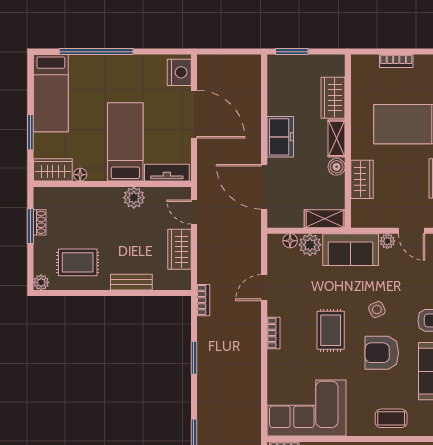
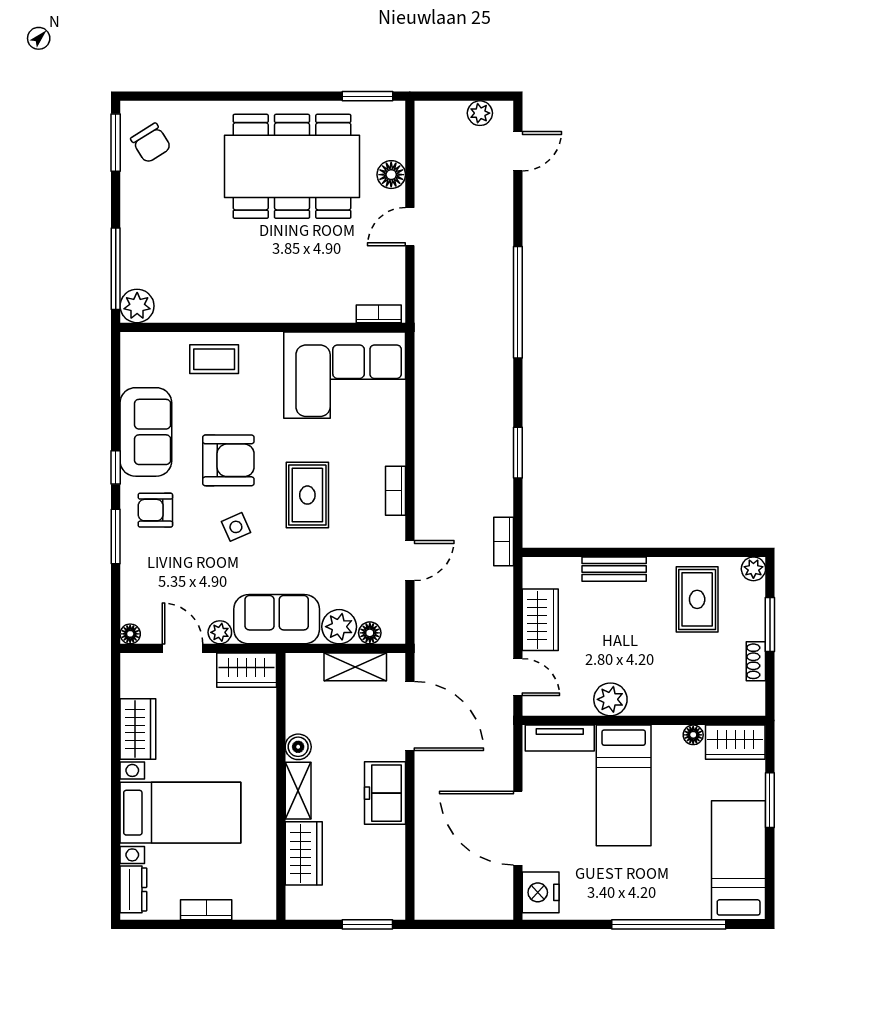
wardrobe: (362, 179) -> (247, 670), moved, turned -90
shelving: (325, 219) -> (355, 667), moved
window: (30, 226) -> (770, 624), moved
rug: (78, 262) -> (697, 599), turned 90

